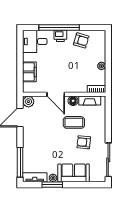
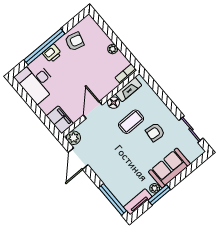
desk: (35, 41) -> (36, 82), width x1.37
filing cabinet: (29, 72) -> (60, 120), moved
door: (56, 94) -> (93, 110), swing flipped
sliding door: (108, 160) -> (191, 129), width x0.73

